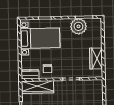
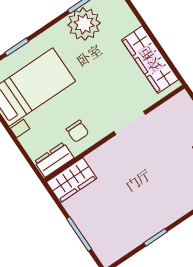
wardrobe: (96, 58) -> (150, 60), width x1.50
wardrobe: (37, 87) -> (72, 180), width x0.67

